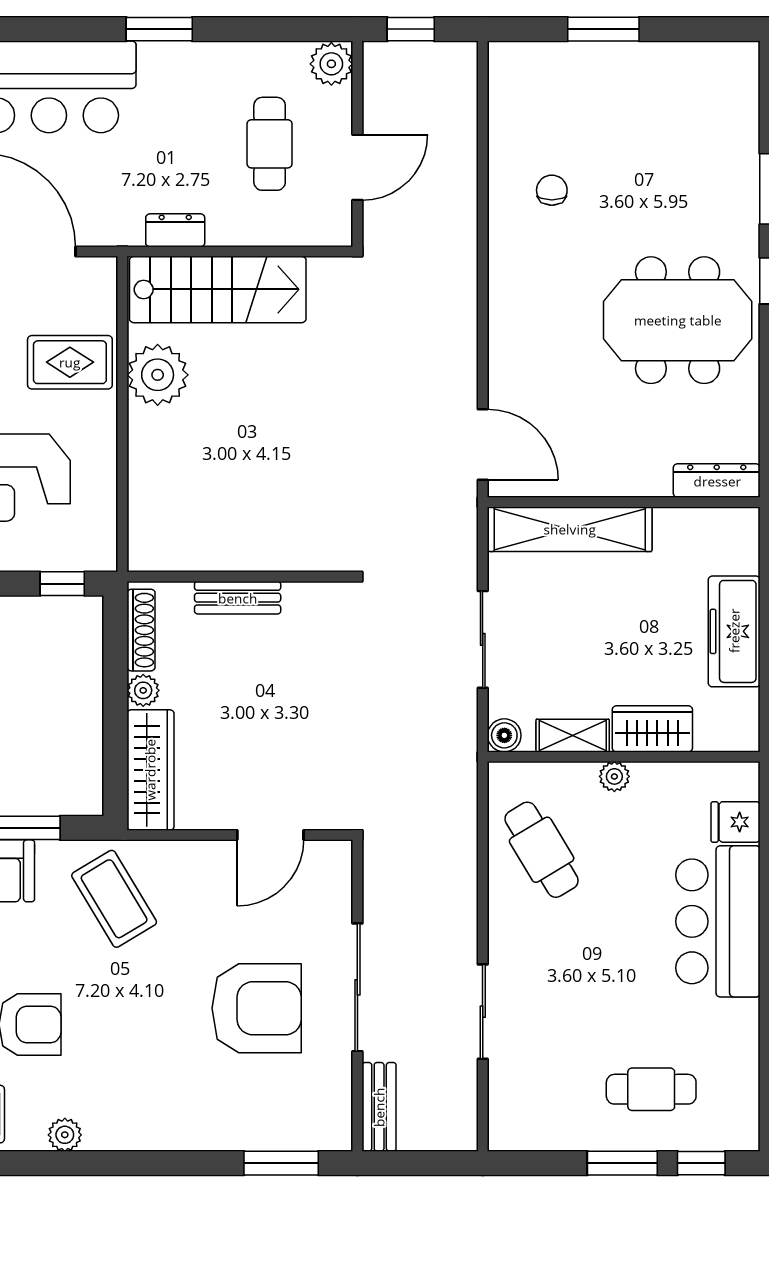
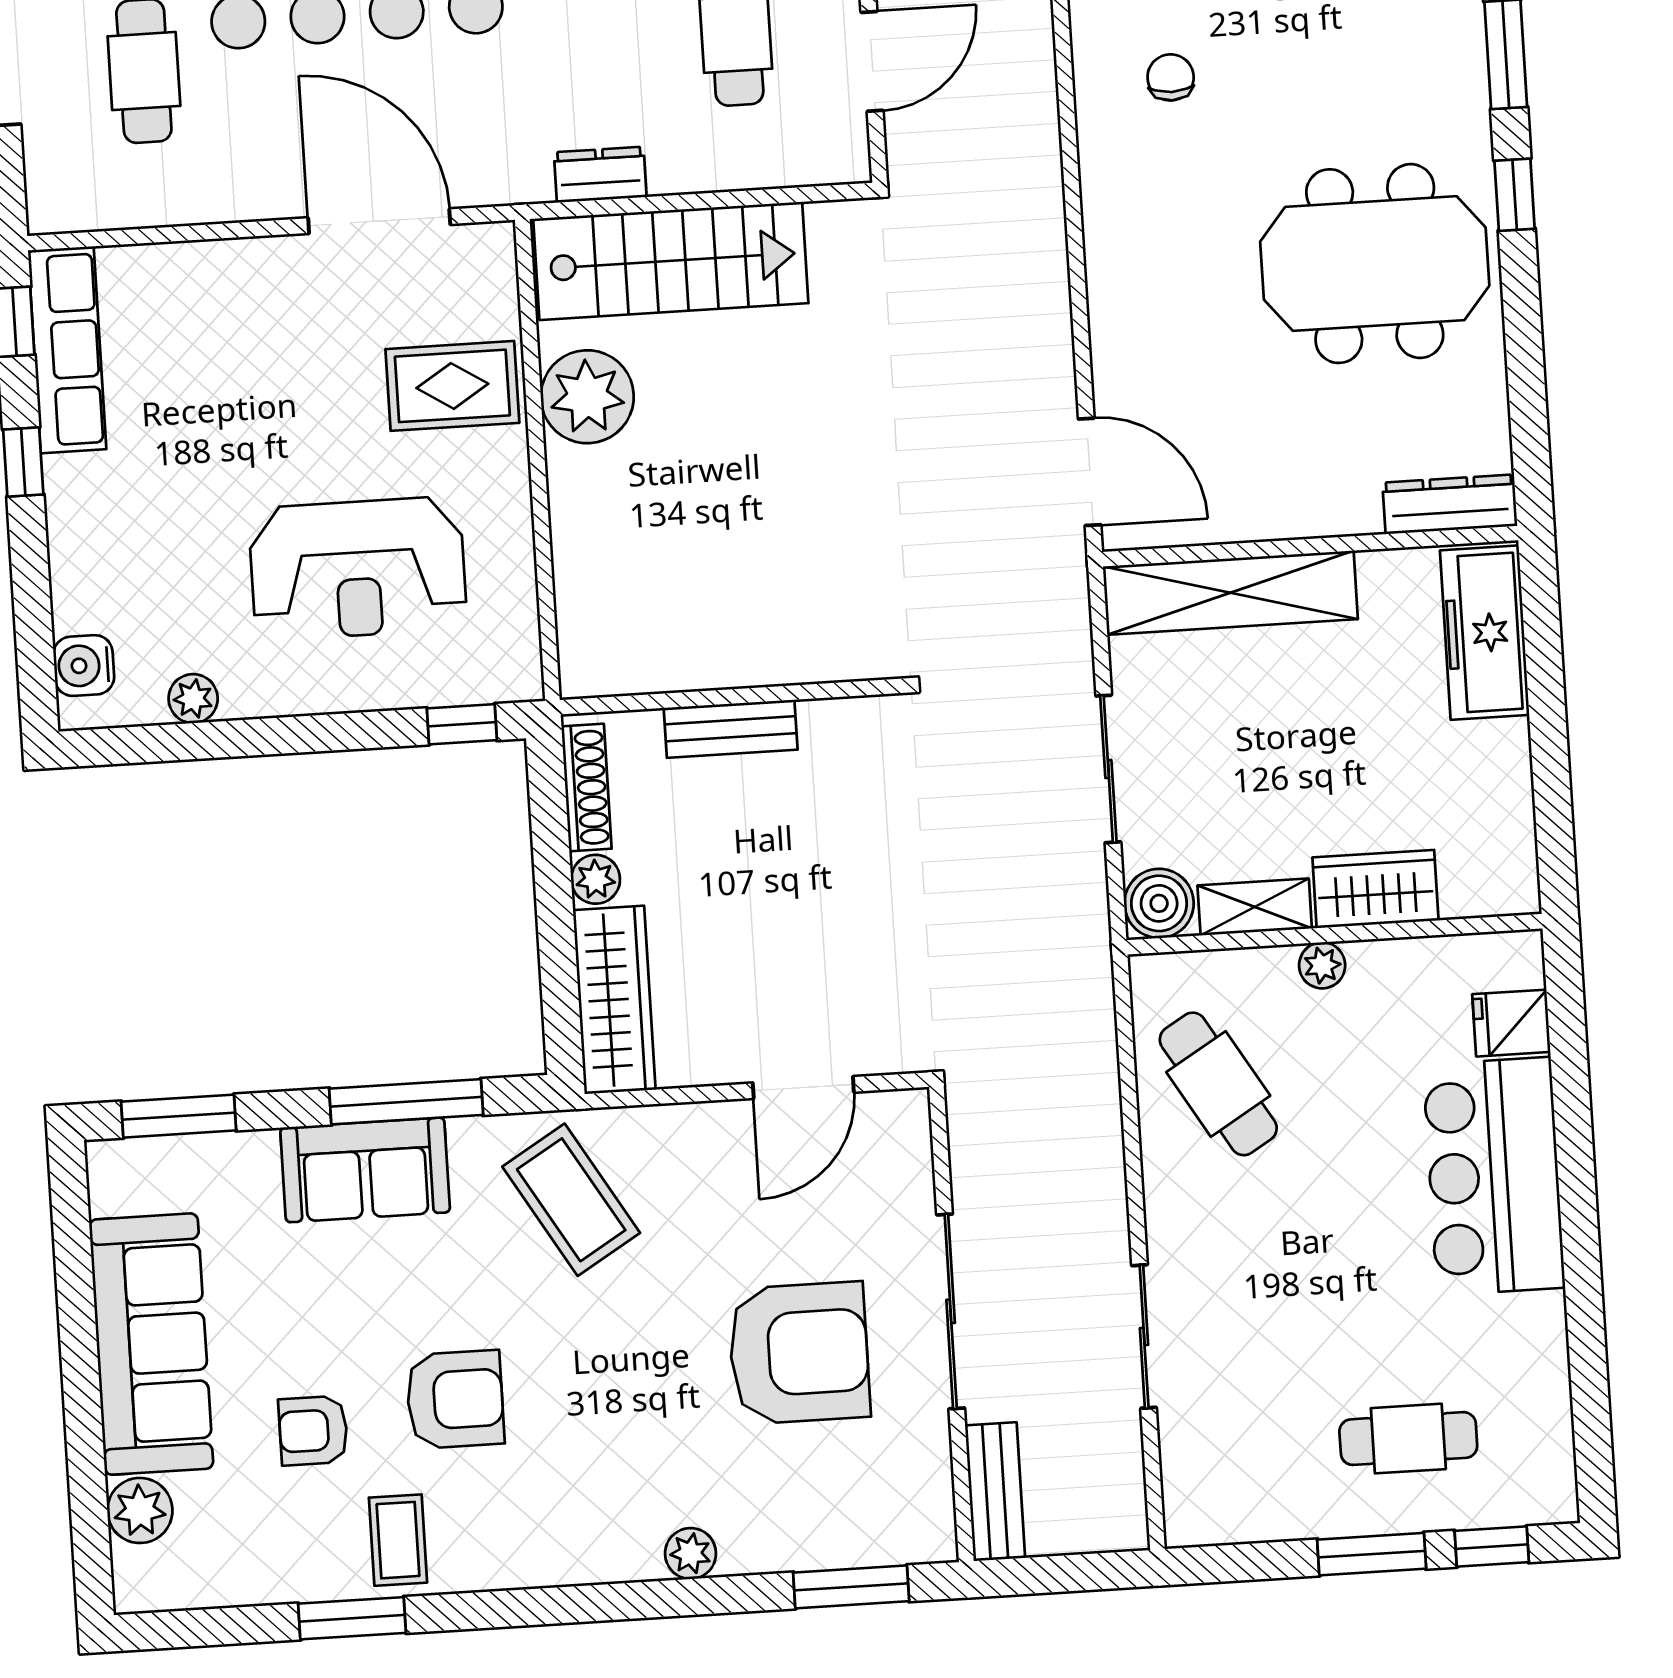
freezer: (734, 631) -> (1485, 633), moved
boiler: (504, 735) -> (1159, 903), width x1.36, depth x1.36
plant: (65, 1135) -> (691, 1553), moved

